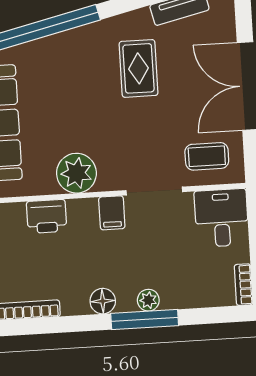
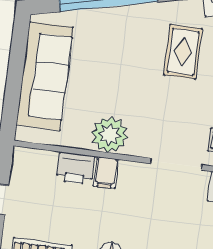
filing cabinet: (112, 213) -> (106, 173), moved

